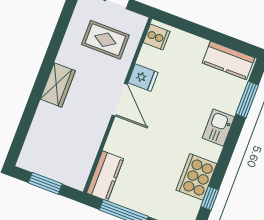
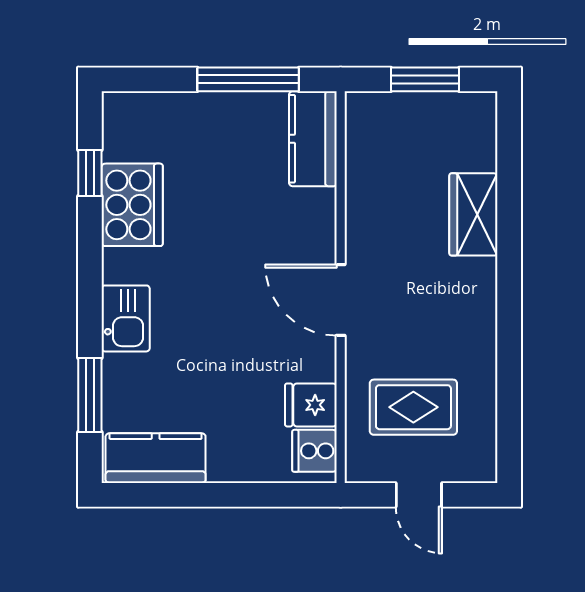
fridge: (143, 78) -> (311, 405), moved
wardrobe: (58, 85) -> (473, 214), moved

